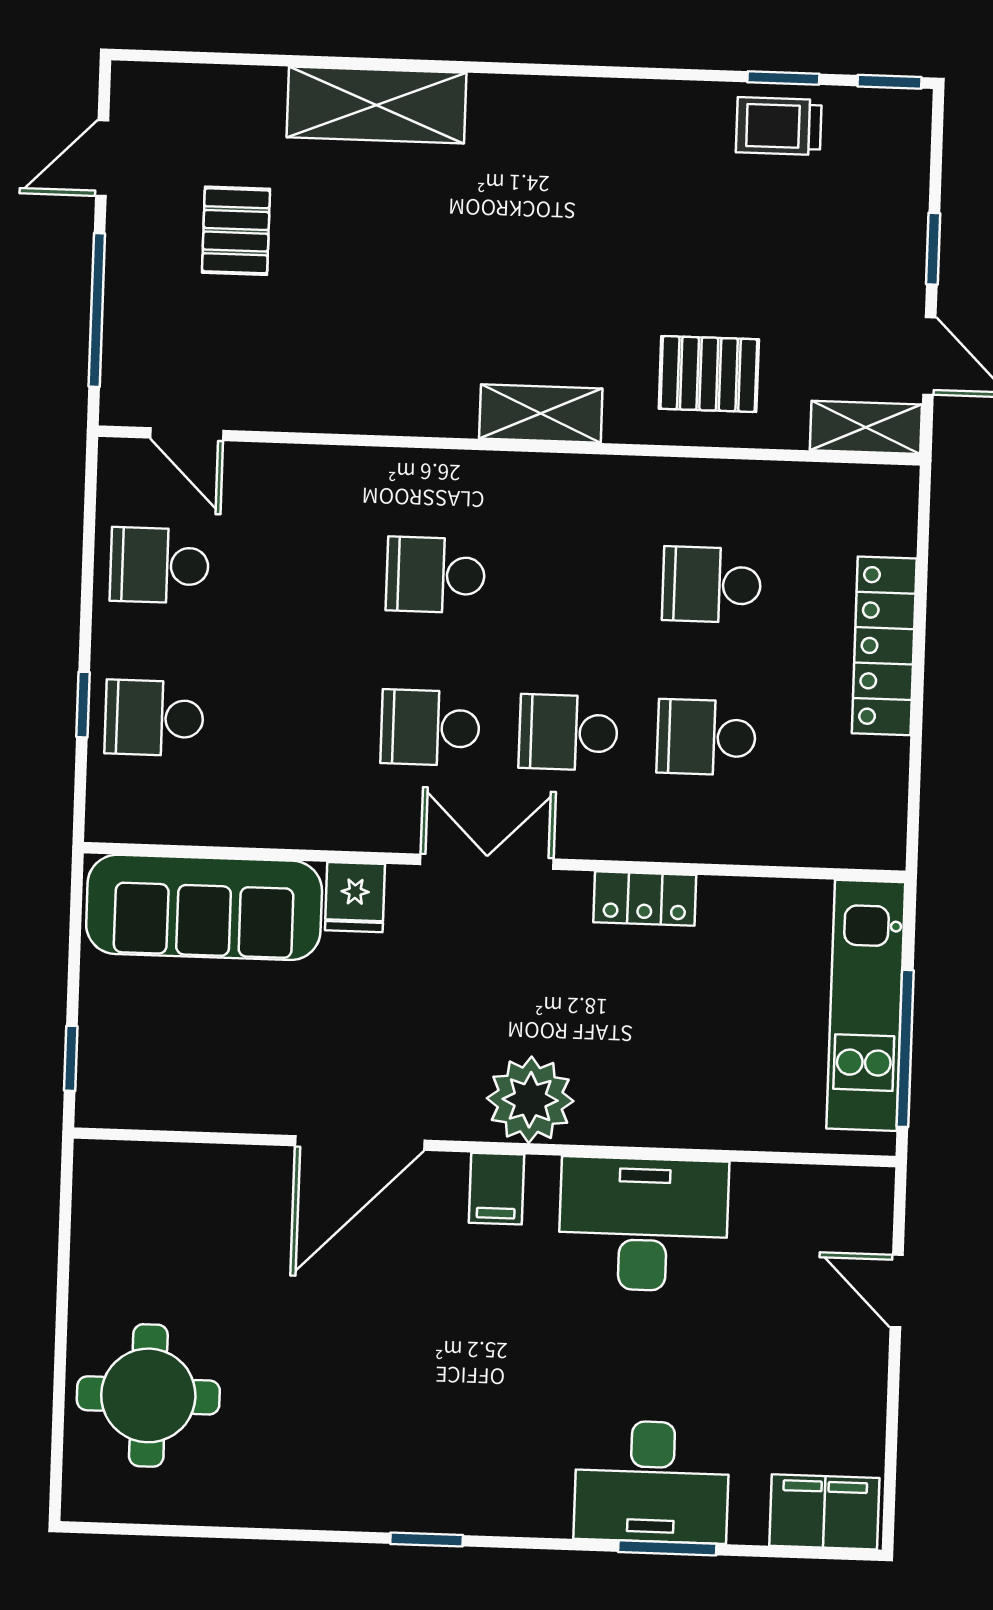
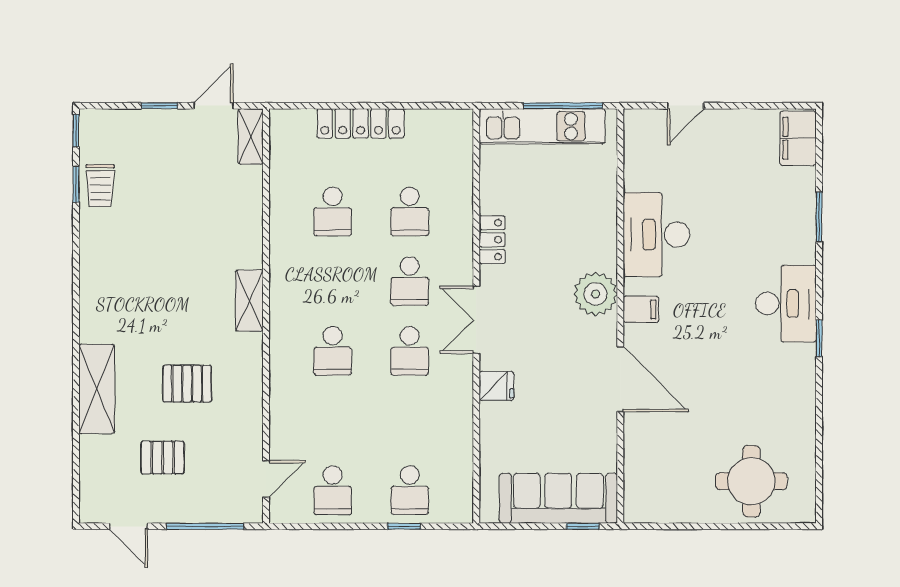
pallet: (709, 374) -> (187, 384), moved, turned 90
sofa: (204, 907) -> (558, 498), moved, turned -90
desk: (652, 1482) -> (786, 304), moved

